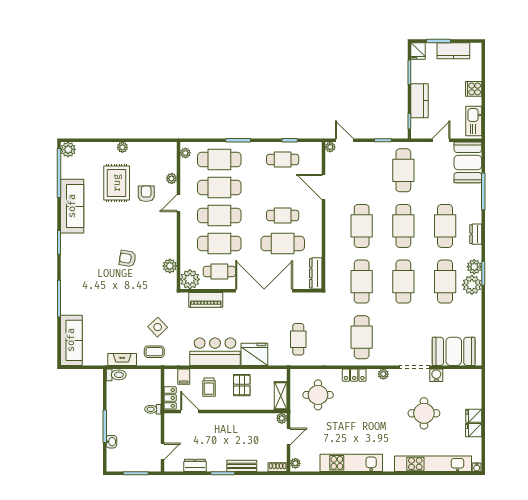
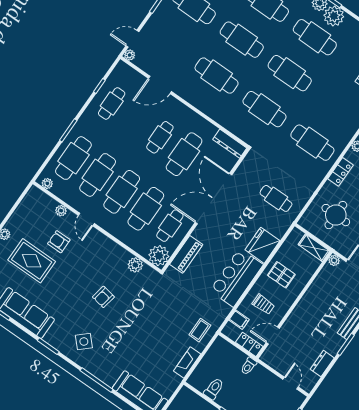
side table: (158, 327) -> (84, 341), moved
toilet: (116, 375) -> (214, 389), moved

